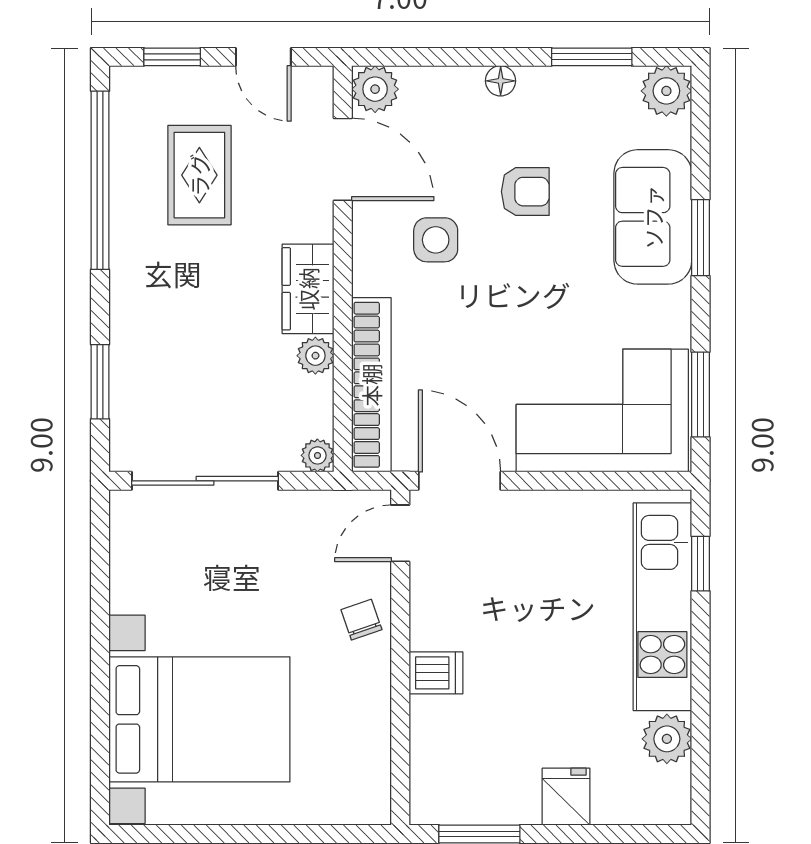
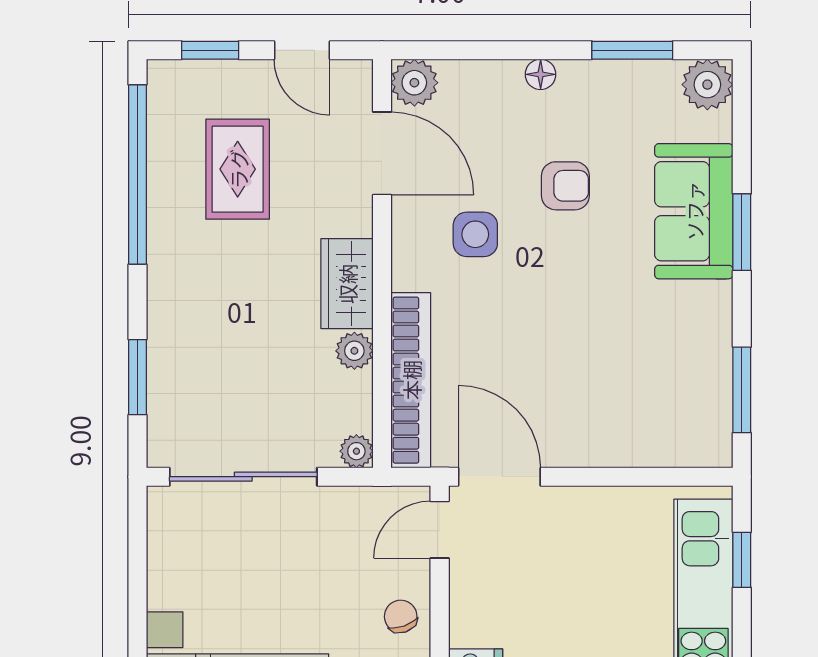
corner sofa: (602, 411) -> (643, 406), removed

